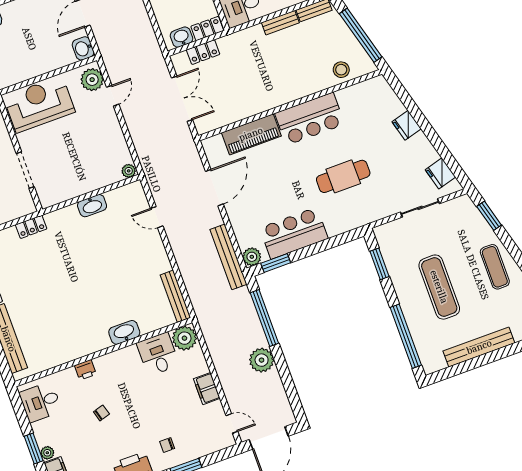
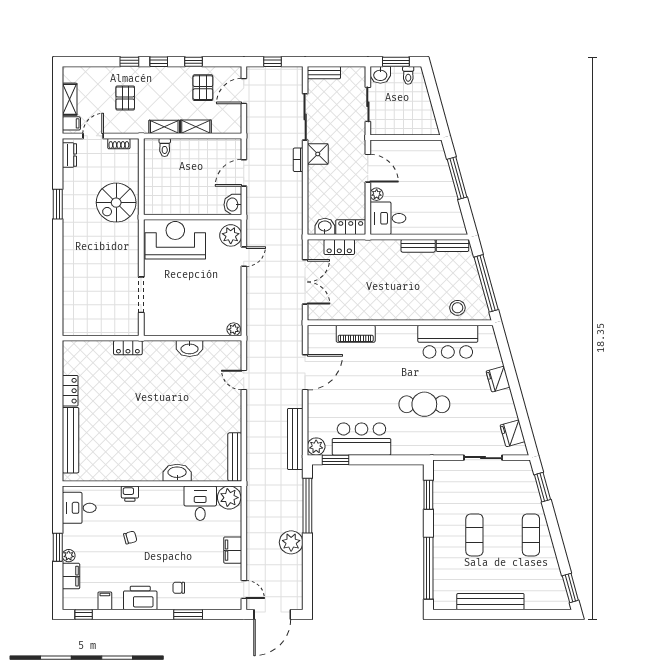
bar counter: (310, 119) -> (448, 342), moved
piano: (251, 134) -> (356, 334), width x0.73, depth x0.75
exercise mat: (439, 287) -> (474, 535), width x0.73, depth x0.69

